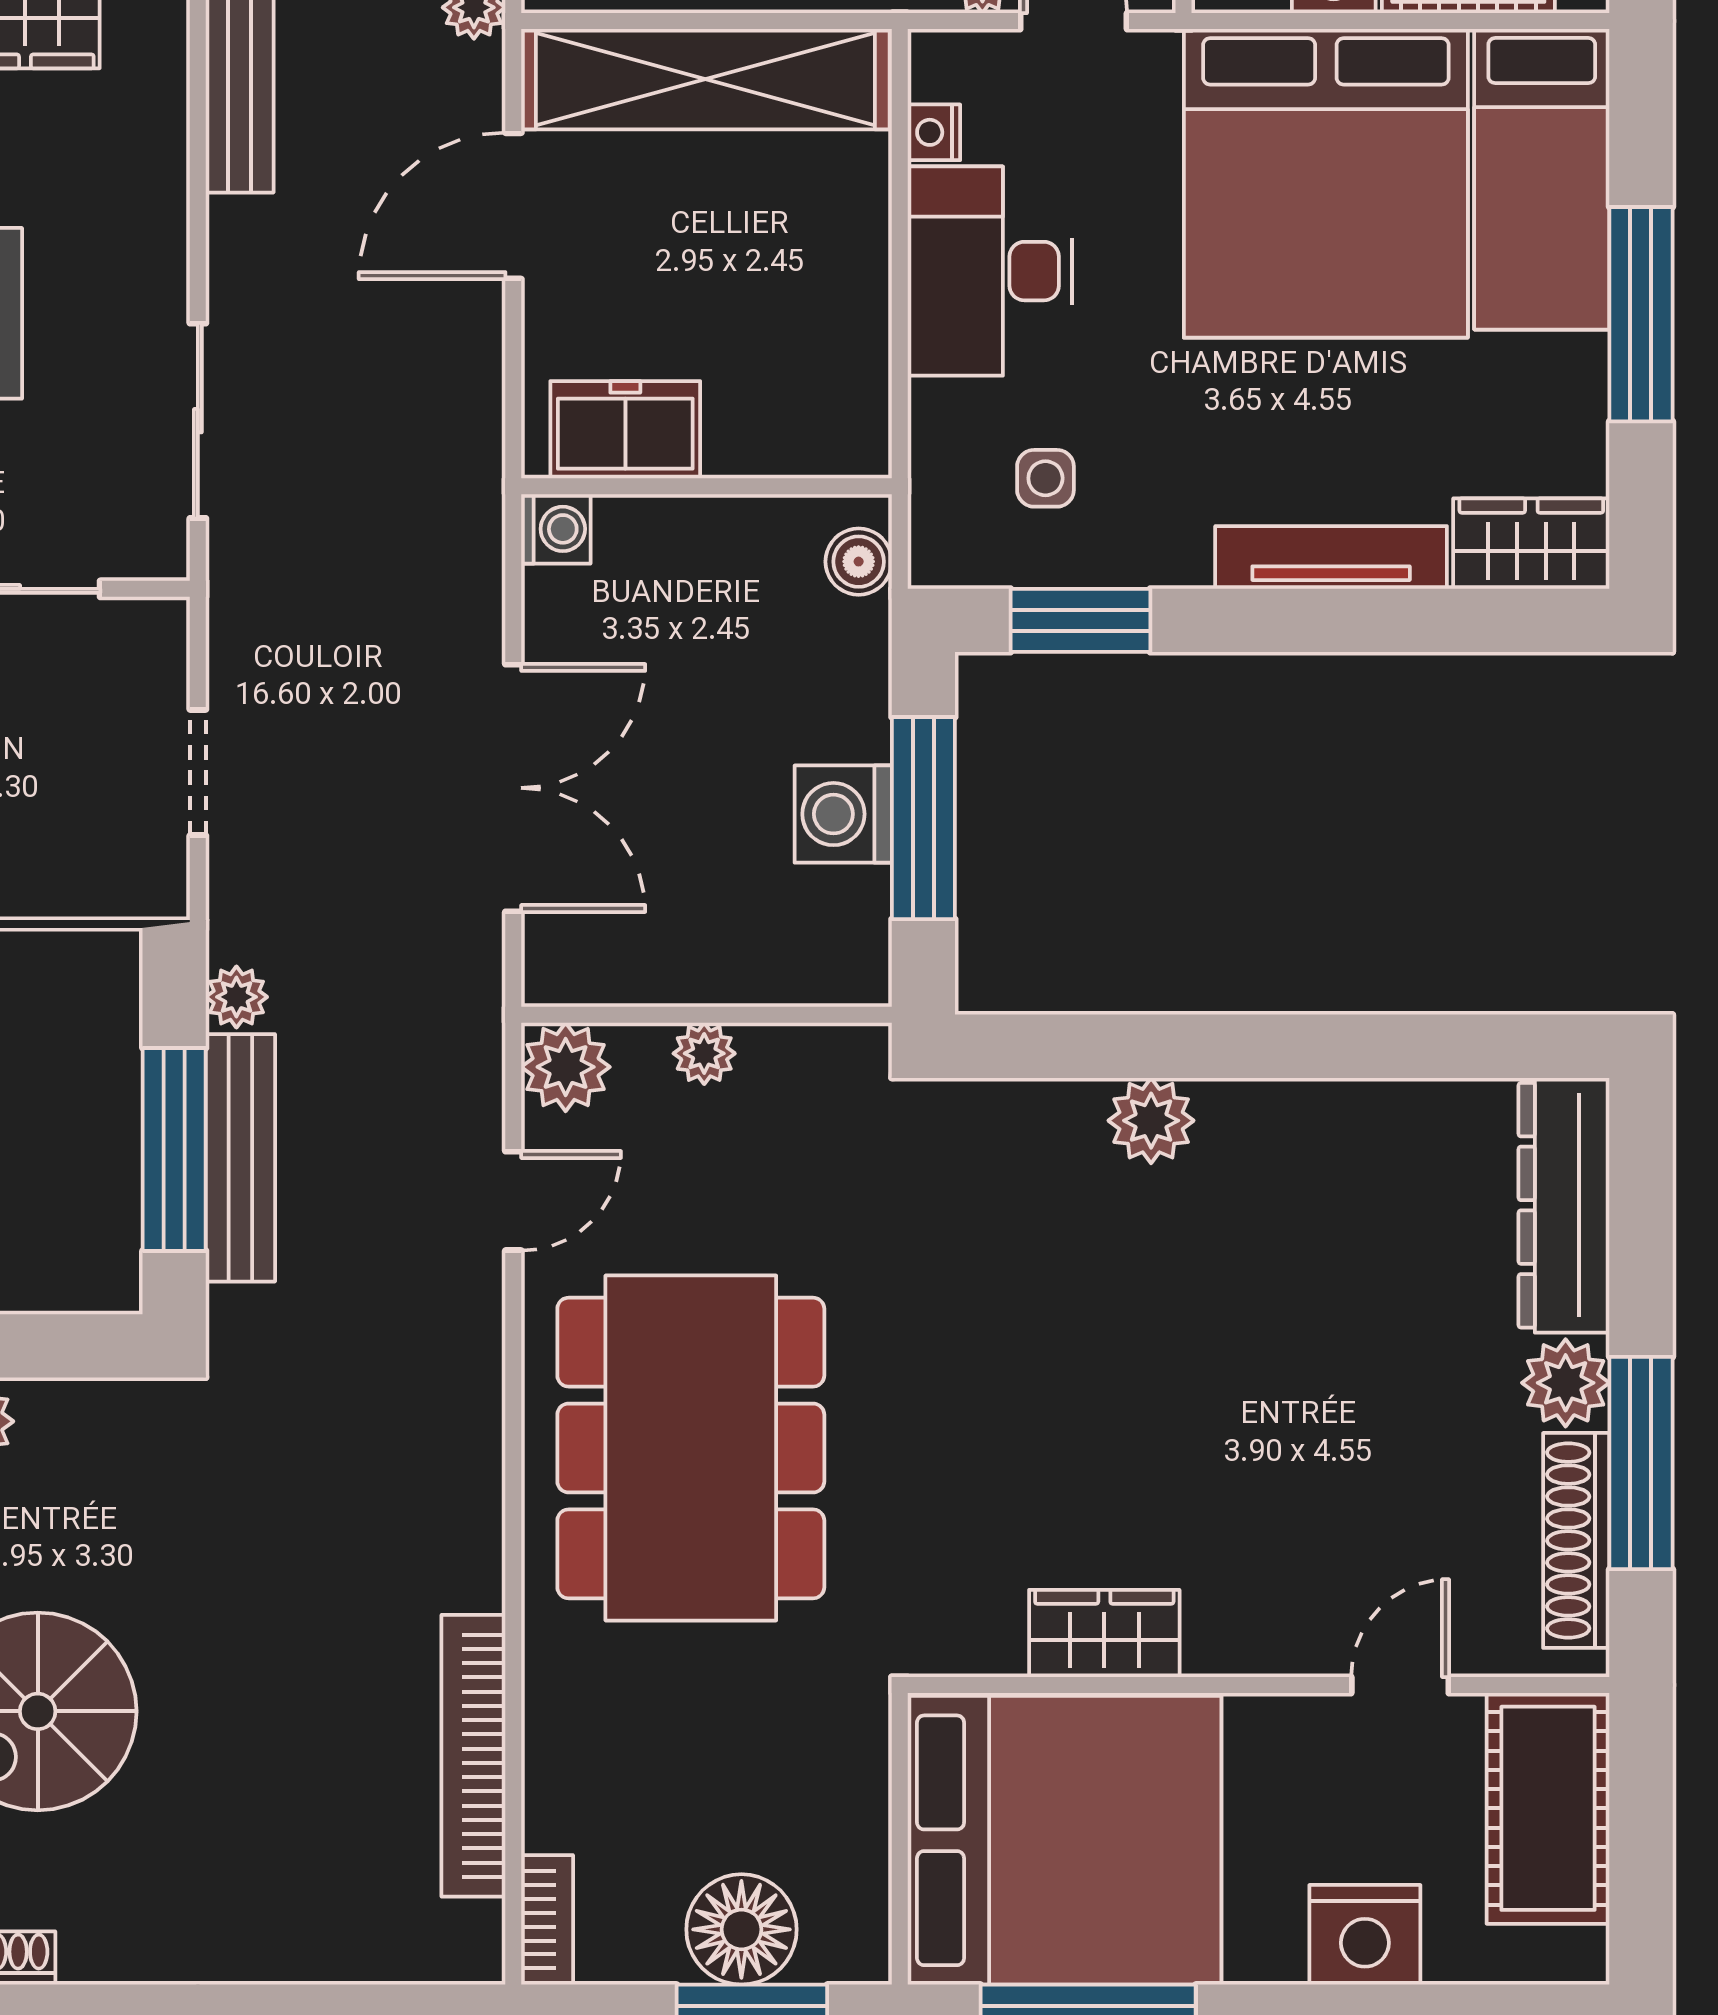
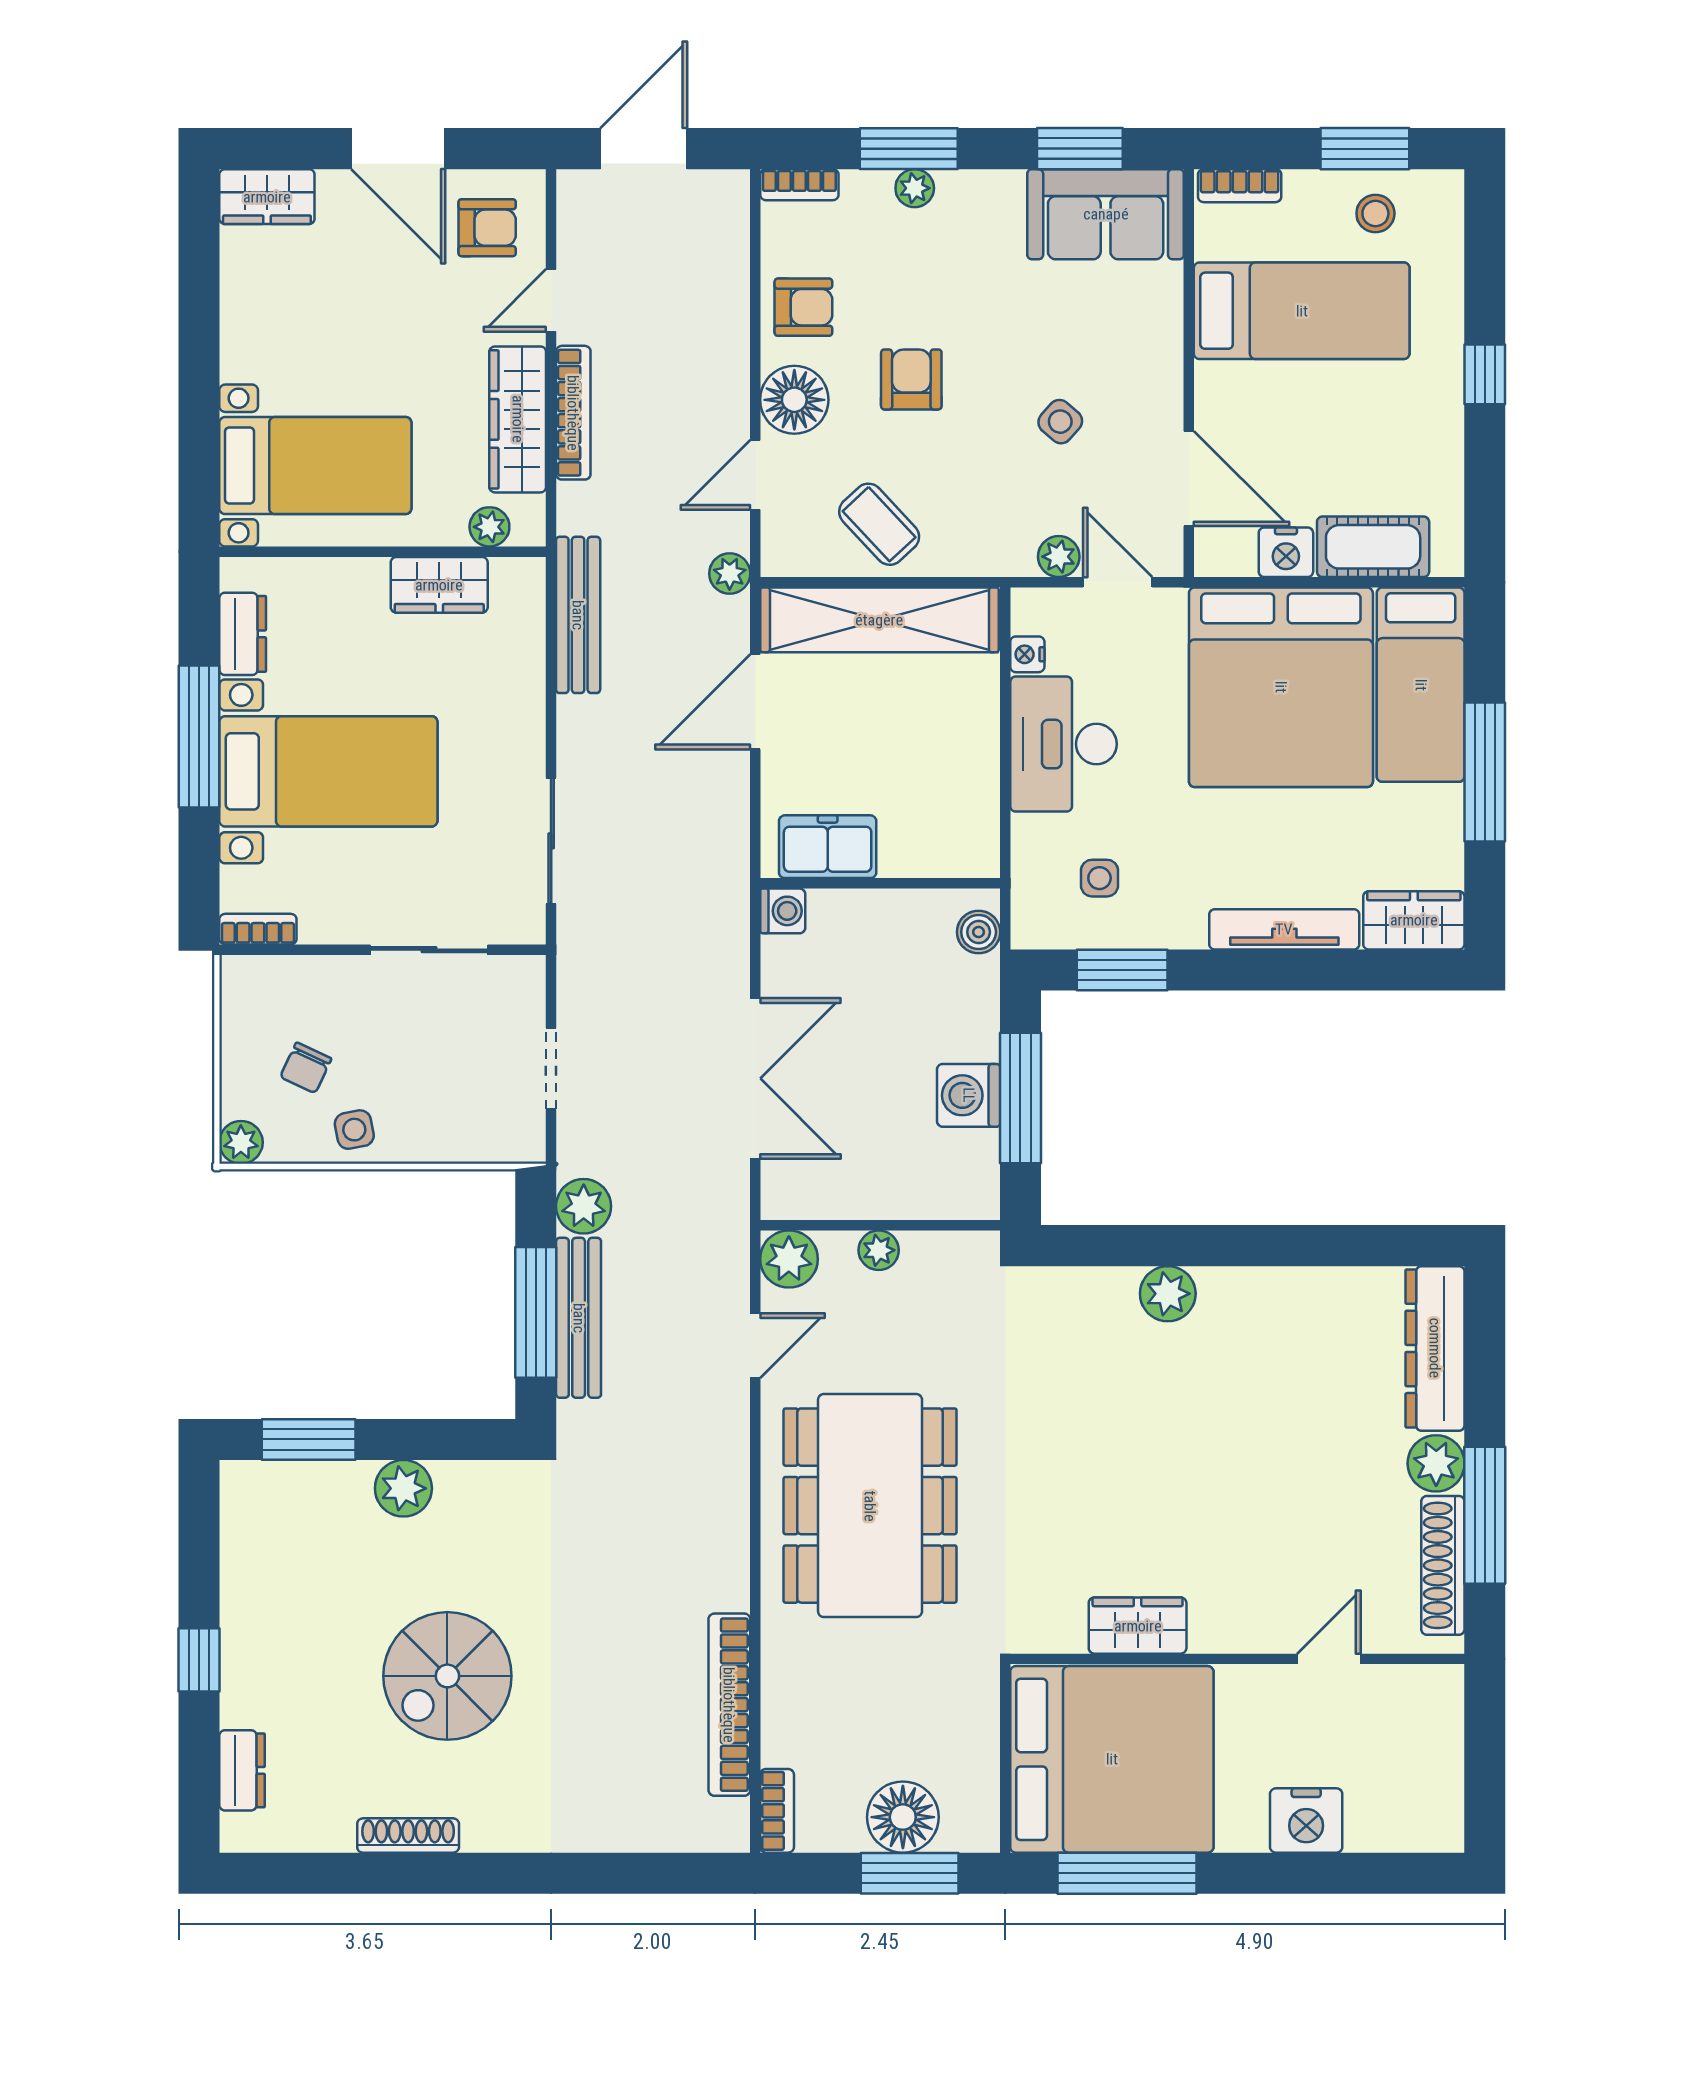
plant: (236, 997) -> (584, 1206), width x1.38, depth x1.38
cot: (1548, 1808) -> (1425, 1739), removed

